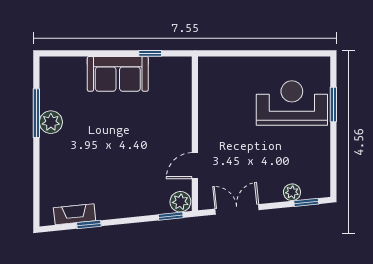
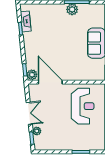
reception desk: (292, 103) -> (83, 106), moved
door: (195, 166) -> (50, 82), width x1.87
double door: (237, 209) -> (29, 113), moved

